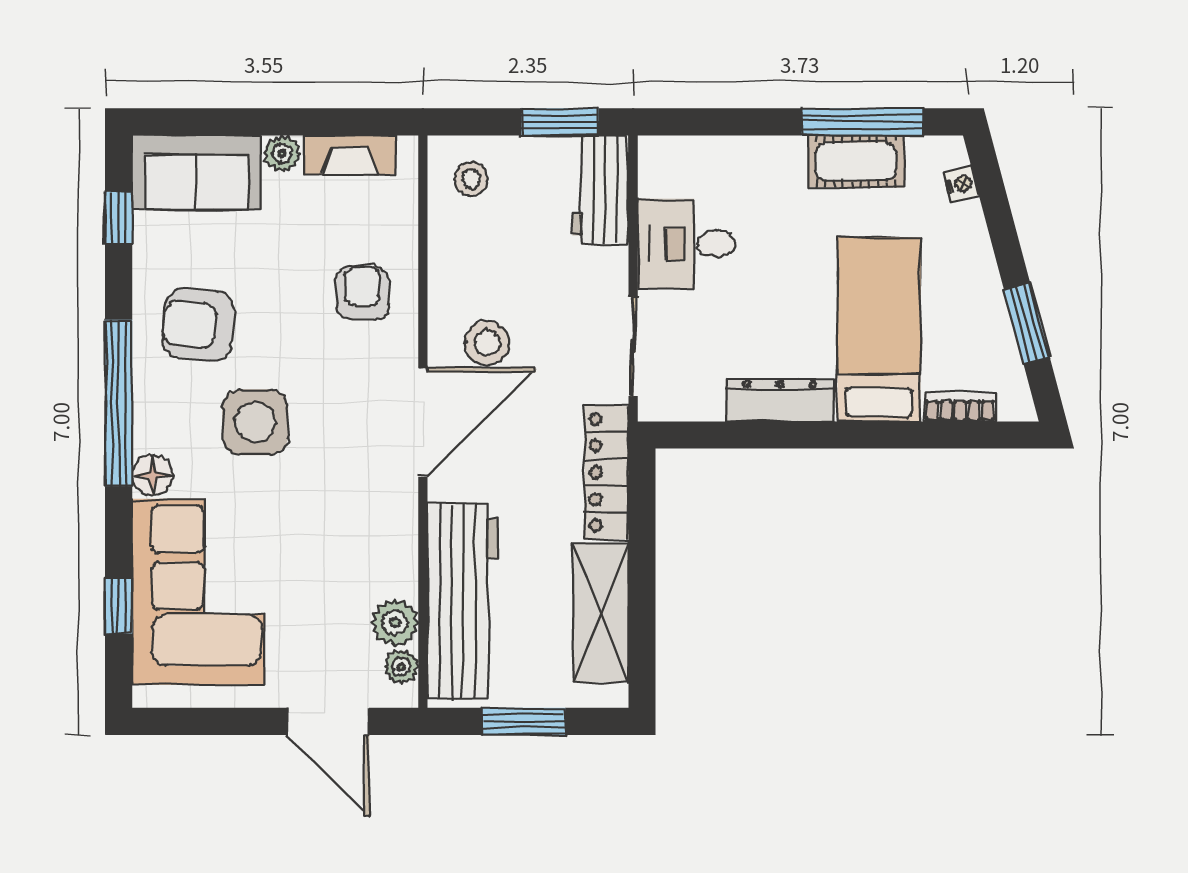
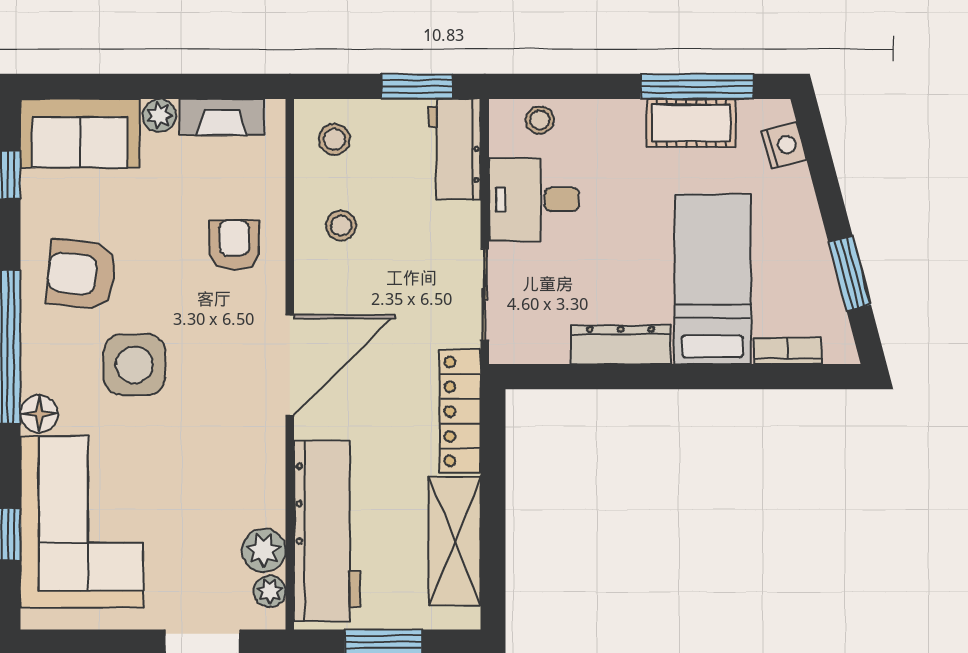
stool: (693, 158) -> (540, 120), added
nightstand: (961, 184) -> (784, 145), width x1.39, depth x1.35
stool: (487, 343) -> (341, 226), moved, width x0.73, depth x0.73

